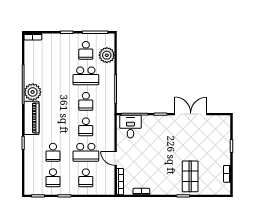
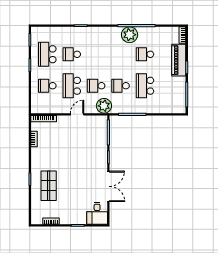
school desk: (86, 50) -> (145, 54), moved
plant: (107, 55) -> (104, 106), moved
piano: (32, 118) -> (179, 60), moved, turned 90
desk: (130, 127) -> (97, 213), moved, turned 90
door: (116, 158) -> (77, 114), moved
shop shelf: (190, 176) -> (49, 186), turned 90
school desk: (53, 178) -> (47, 54), width x1.85

